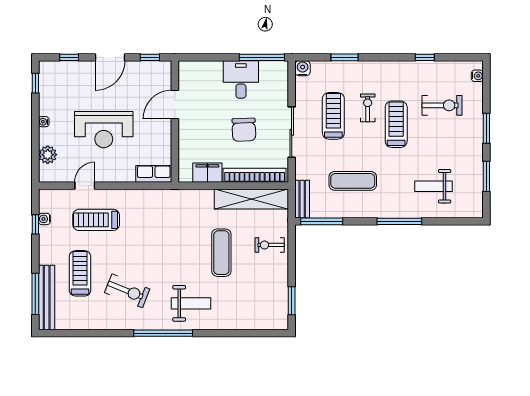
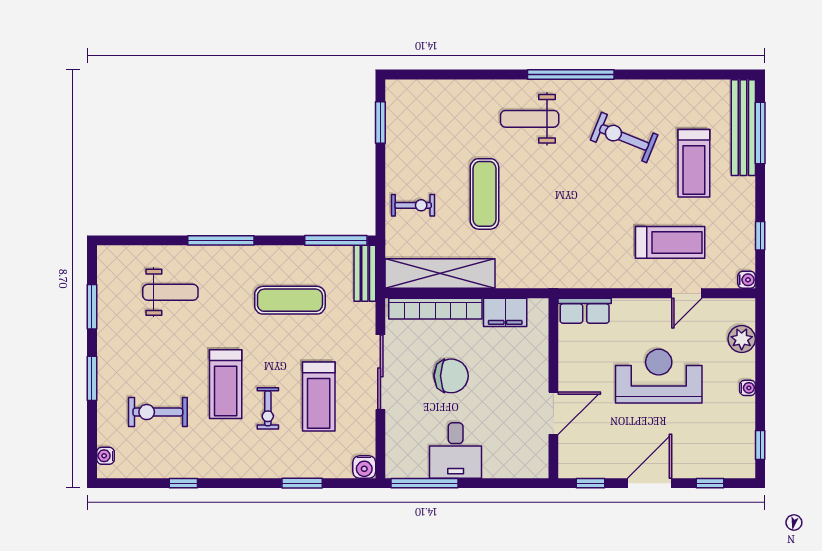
chair: (244, 130) -> (451, 376), turned 92
water cooler: (44, 219) -> (747, 280), moved

